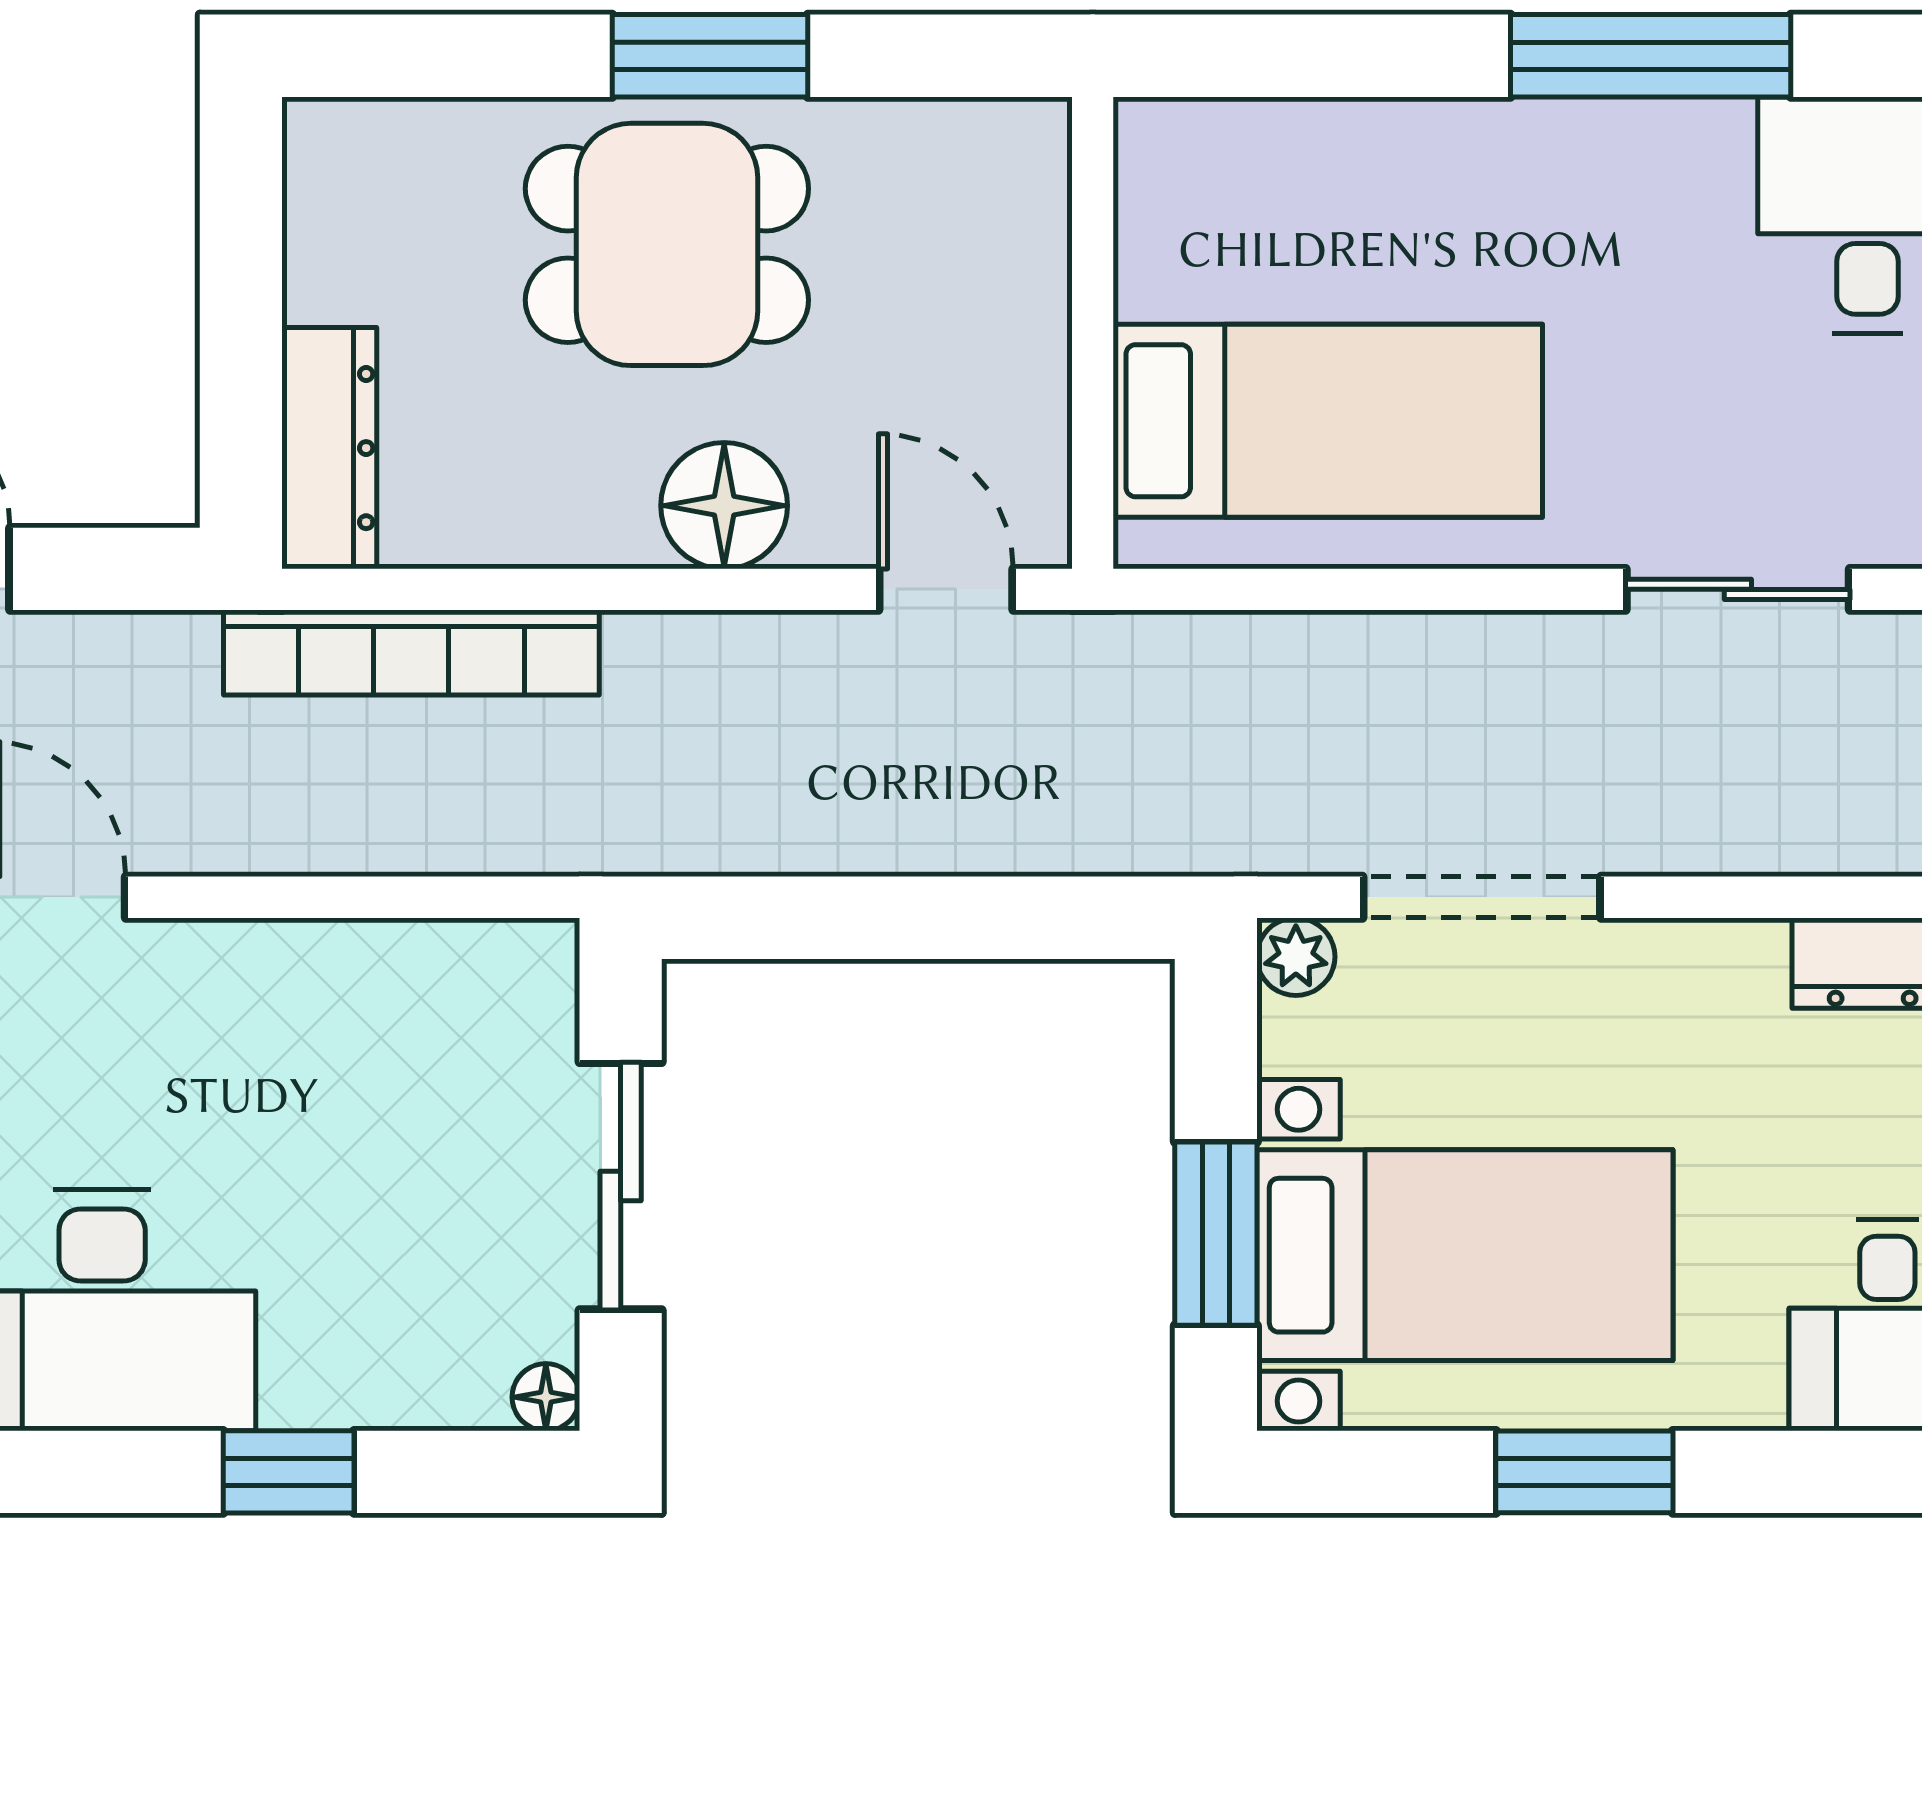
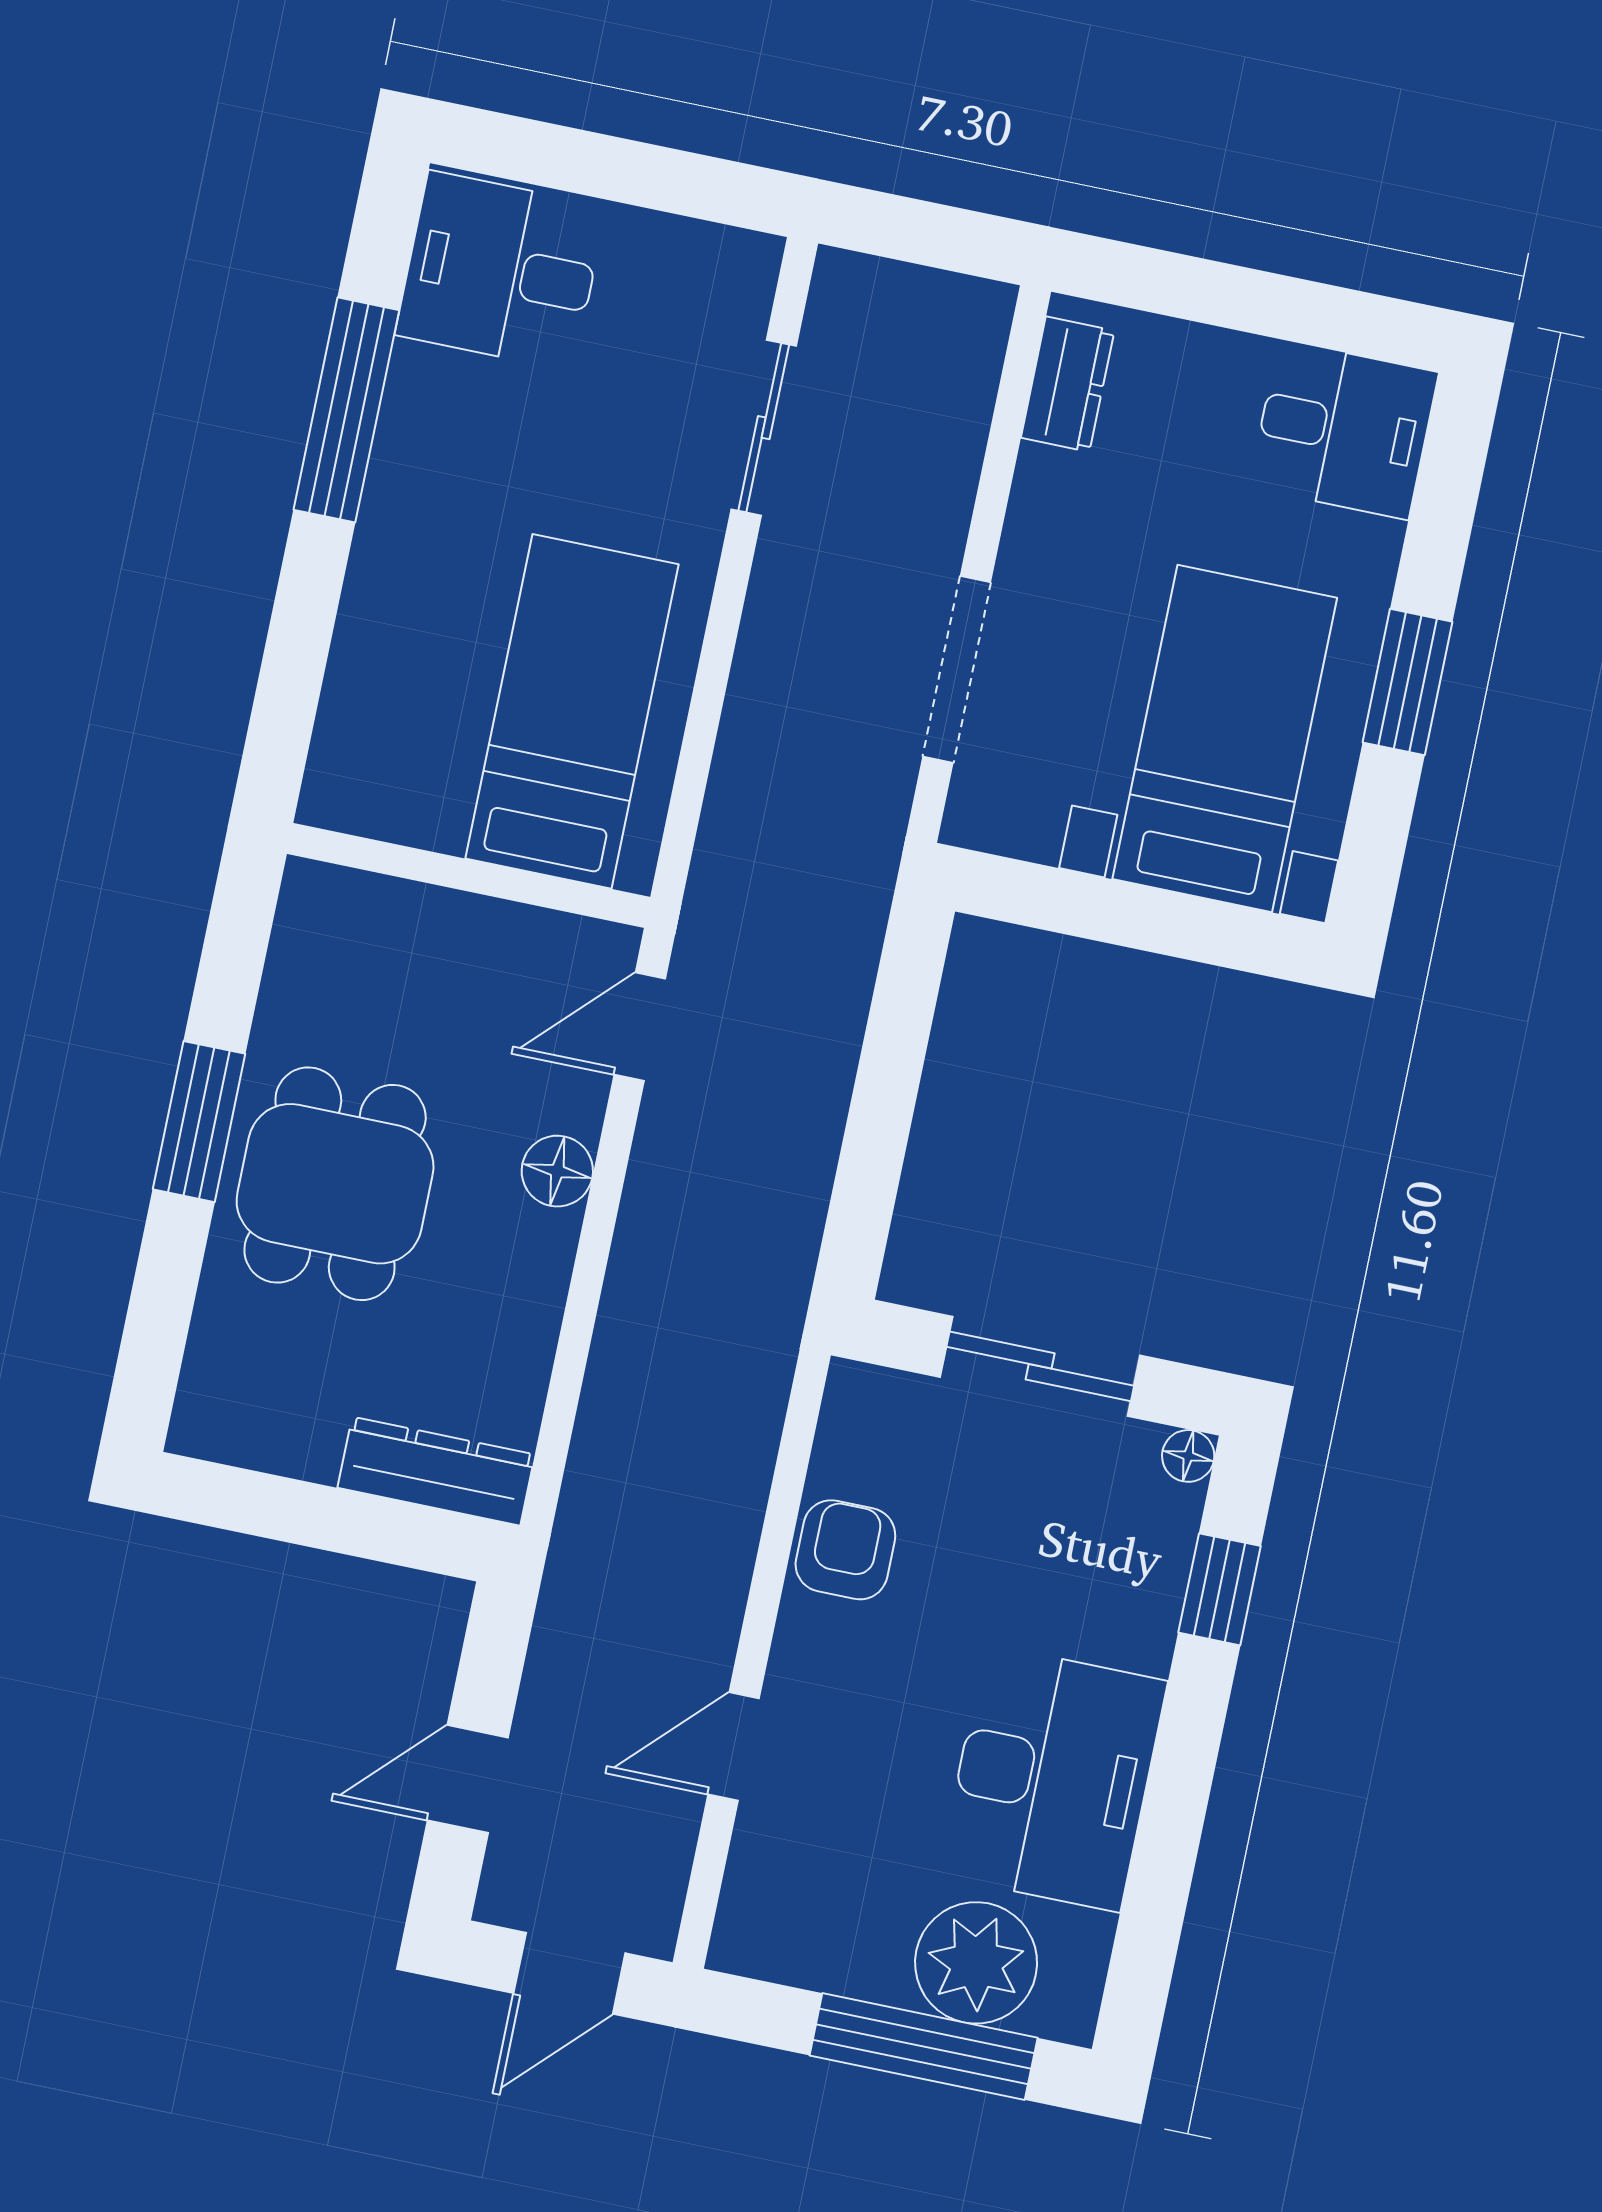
floor lamp: (724, 506) -> (557, 1171), width x0.73, depth x0.73
bookcase: (411, 653) -> (604, 1441), removed
plant: (1296, 957) -> (972, 820), removed
armchair: (337, 987) -> (845, 1550), added
window: (1216, 1234) -> (1169, 923), removed
window: (289, 1472) -> (1220, 1589), moved

